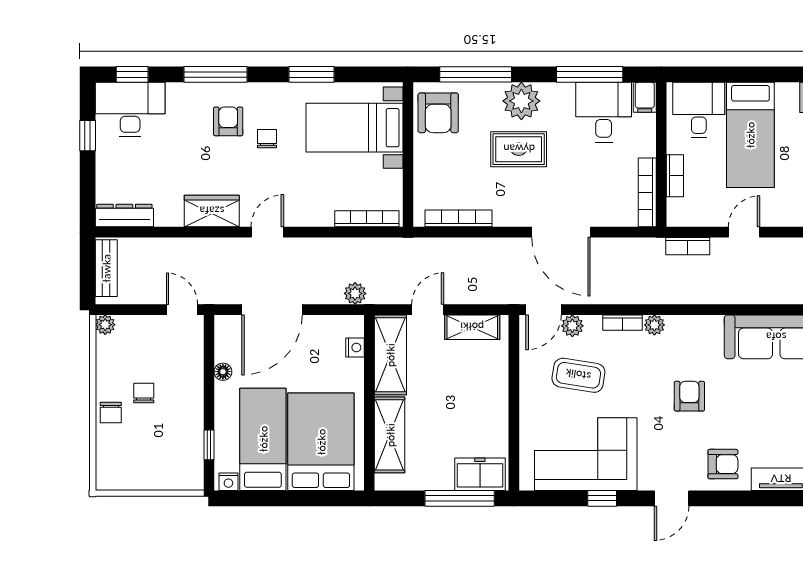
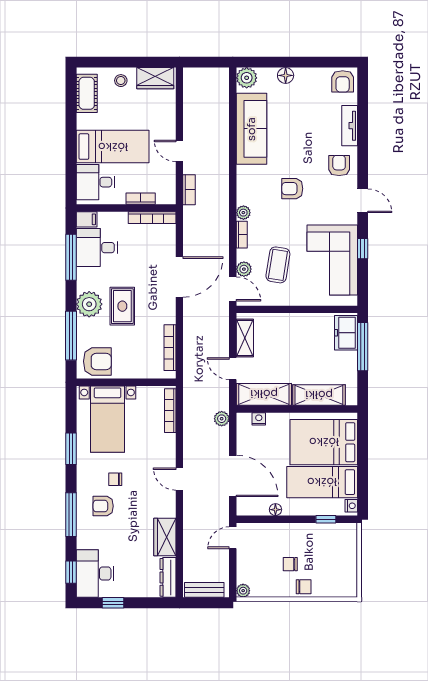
wardrobe: (212, 211) -> (165, 537), moved

